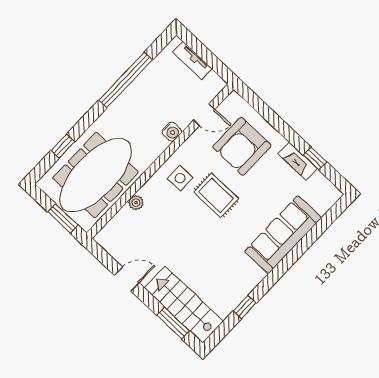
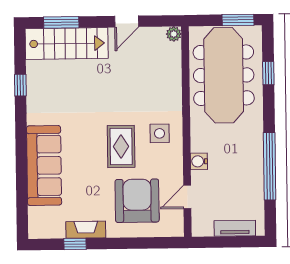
rug: (216, 195) -> (121, 146), turned 90
plant: (136, 203) -> (174, 34), moved
window: (63, 218) -> (238, 20), moved

